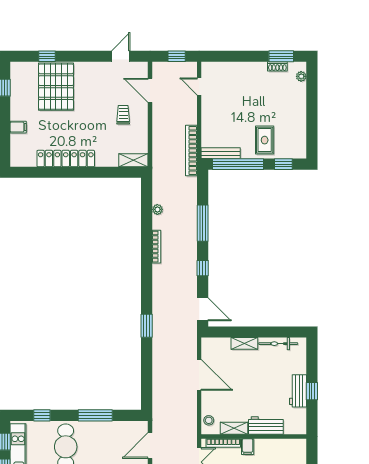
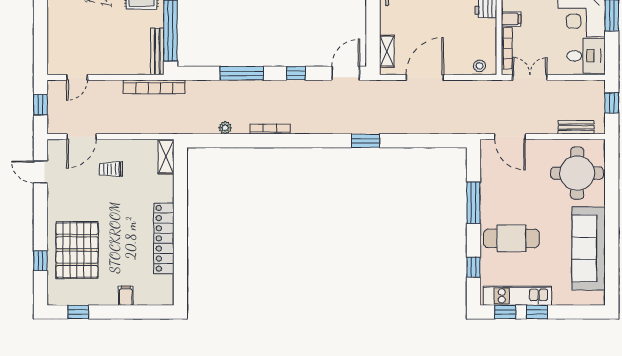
pallet: (56, 87) -> (77, 250), turned 90
shelving: (244, 343) -> (387, 51), moved
shelving: (234, 428) -> (489, 36), removed

